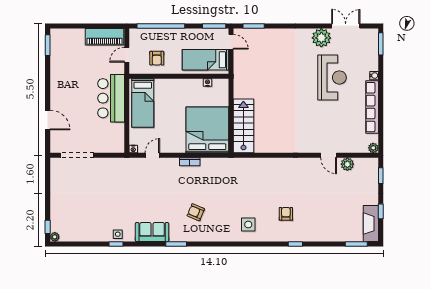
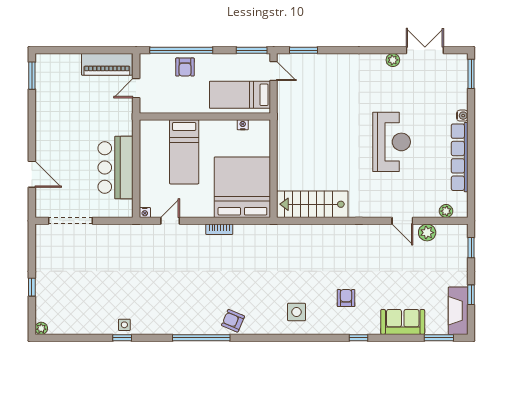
plant: (321, 38) -> (393, 60), width x0.53, depth x0.53
armchair: (157, 58) -> (185, 67), moved
reception desk: (332, 77) -> (392, 142), moved
bar counter: (111, 98) -> (116, 168), moved
bed: (143, 103) -> (184, 152), moved
stairs: (243, 126) -> (312, 204), moved, turned -90
plant: (373, 148) -> (446, 211), moved
armchair: (196, 212) -> (233, 321), moved
window: (48, 227) -> (32, 287), moved
sofa: (152, 232) -> (403, 322), moved
window: (176, 244) -> (201, 338), width x2.11

